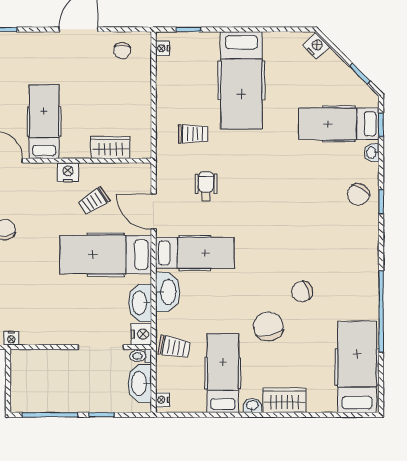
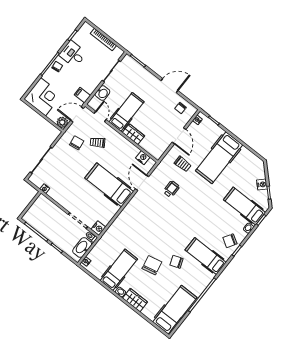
nightstand: (316, 46) -> (262, 184), moved
door: (154, 95) -> (179, 136), added
wardrobe: (110, 147) -> (133, 134), moved
nightstand: (68, 172) -> (143, 158), moved
trolley: (94, 201) -> (98, 142), moved
hospital bed: (195, 253) -> (206, 256), moved, turned 180
washbasin: (168, 292) -> (122, 220), removed
washbasin: (140, 303) -> (108, 215), removed
trolley: (174, 347) -> (108, 244), removed

